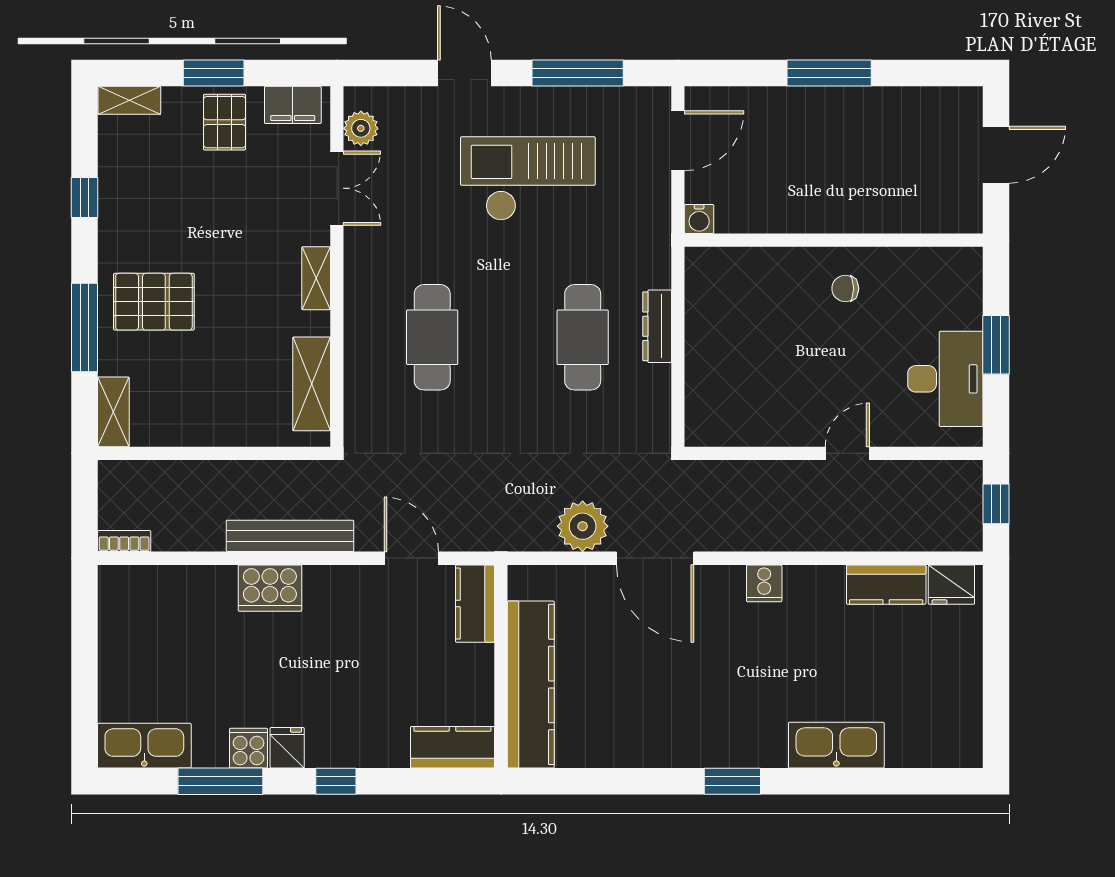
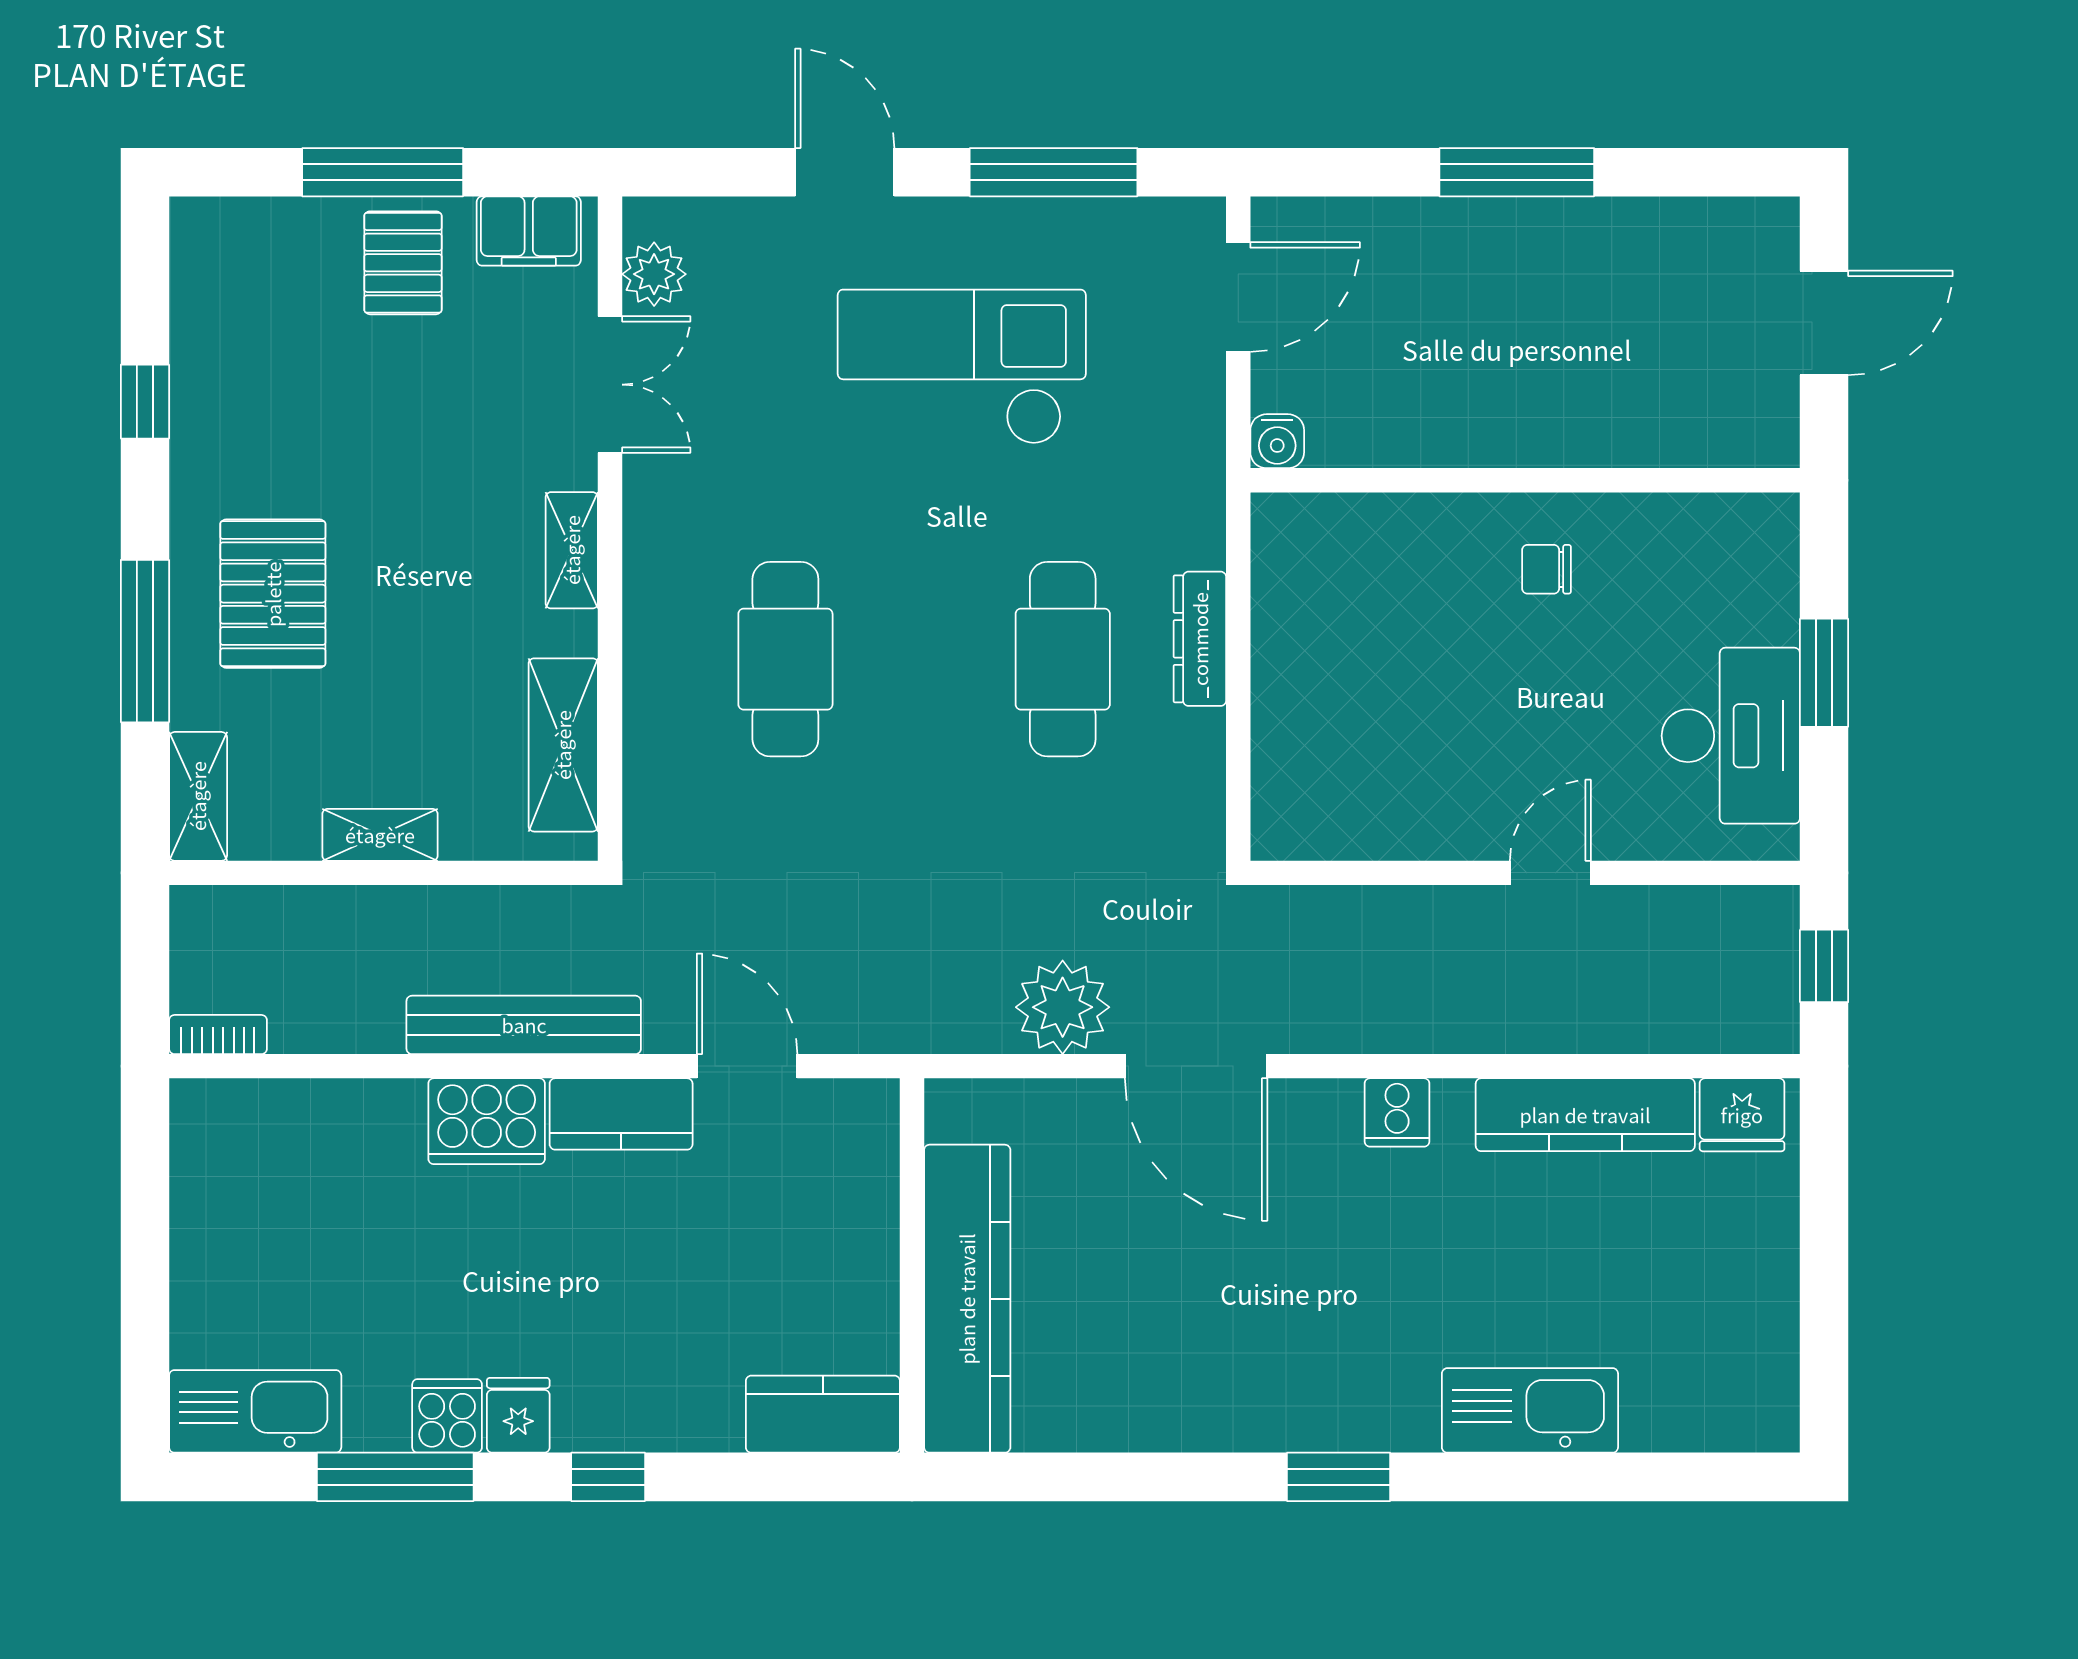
window: (214, 73) -> (383, 172), width x1.44
shelving: (129, 100) -> (380, 835), moved
pallet: (154, 302) -> (273, 594), turned 90
kitchen counter: (886, 585) -> (1585, 1115), width x1.50
kitchen counter: (475, 604) -> (621, 1114), moved, turned -90

